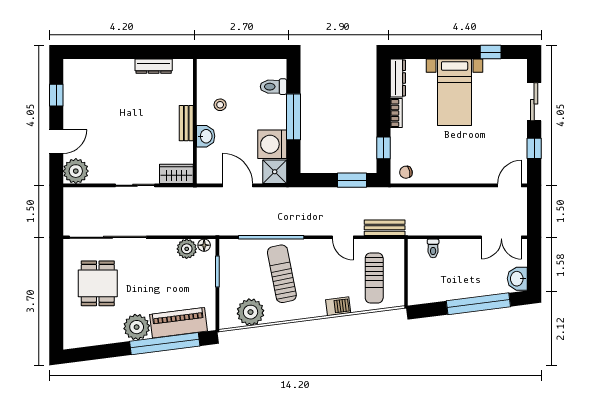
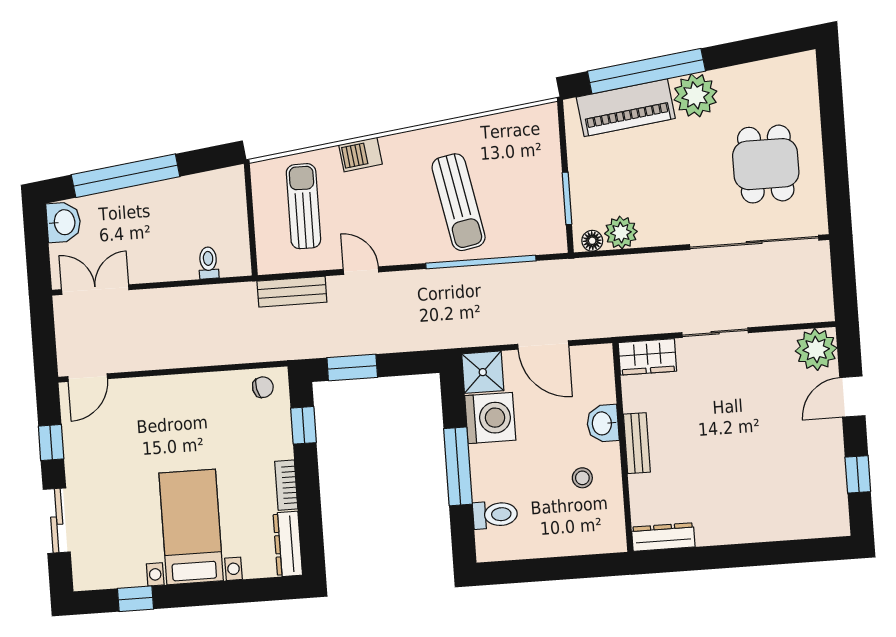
dresser: (154, 66) -> (663, 537), moved
plant: (250, 312) -> (506, 134), removed

